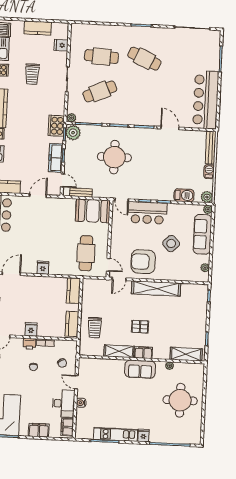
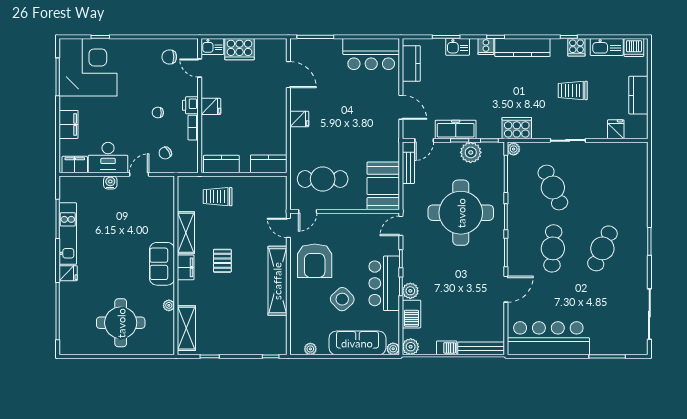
cafe table: (102, 57) -> (553, 248), moved
cooker: (56, 126) -> (517, 128), moved
plant: (73, 133) -> (471, 152), moved
round table: (114, 157) -> (461, 213), width x1.36, depth x1.36
plant: (168, 195) -> (410, 291), added
bar counter: (147, 213) -> (384, 283), moved
armchair: (143, 262) -> (315, 261), turned 180

